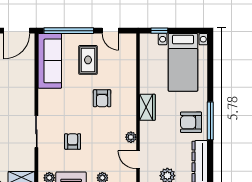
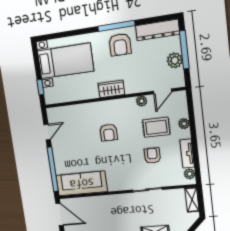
rug: (88, 60) -> (156, 127), moved
armchair: (102, 98) -> (109, 133), turned 90
armchair: (73, 142) -> (152, 156), turned 90

